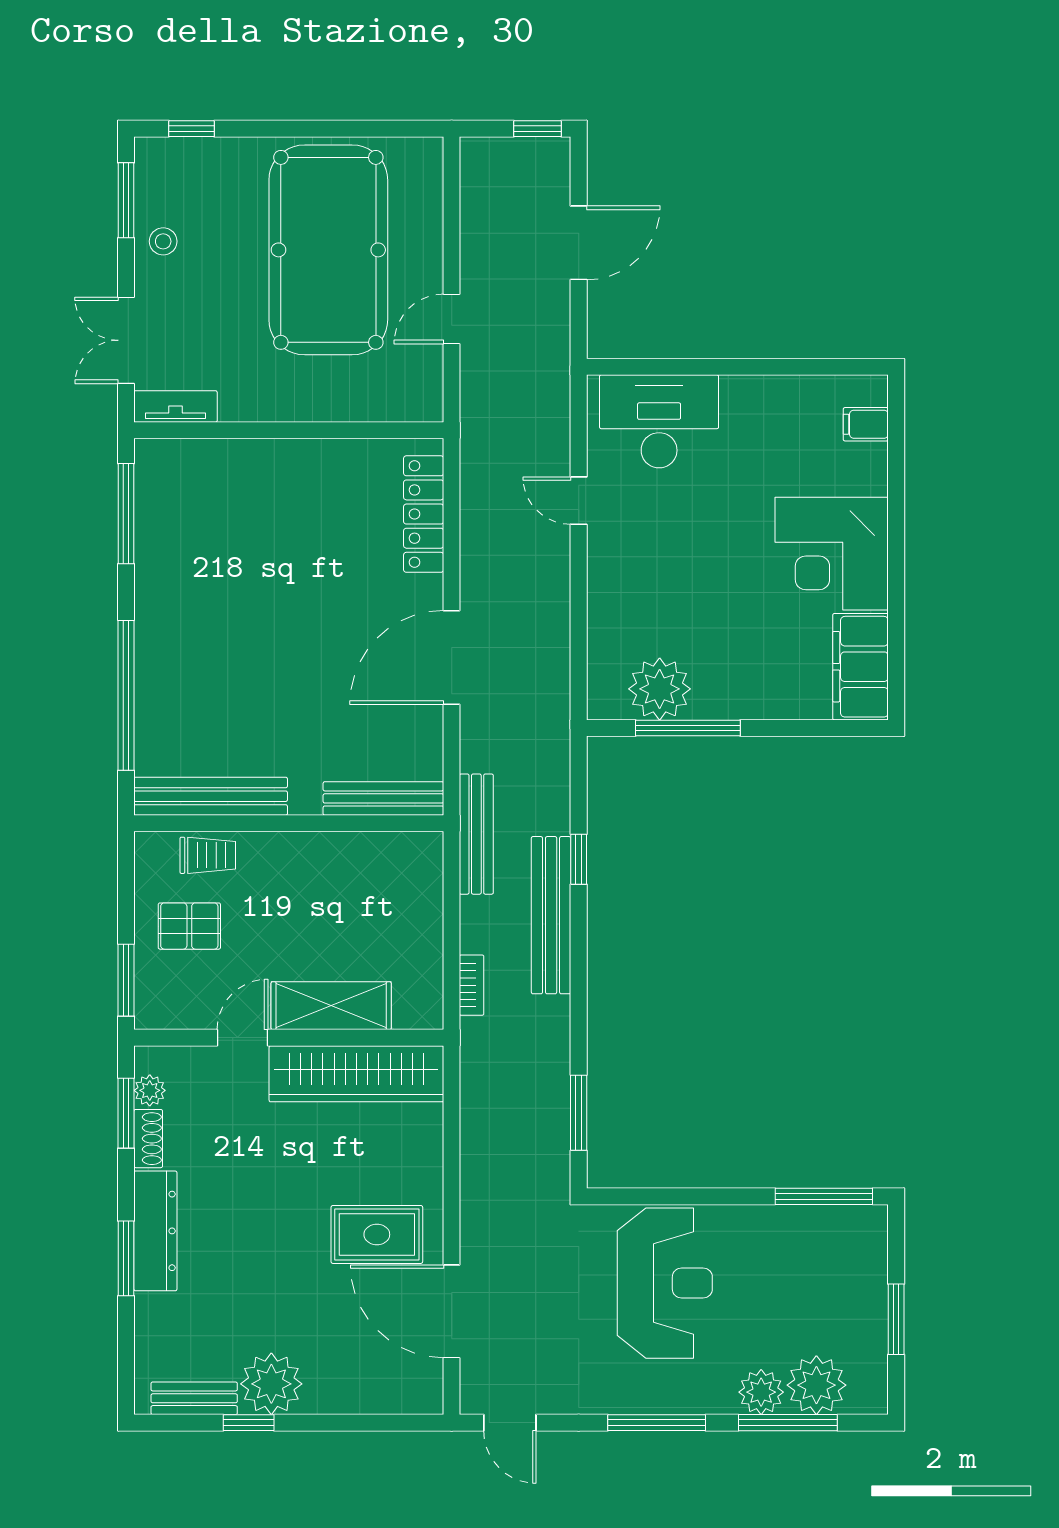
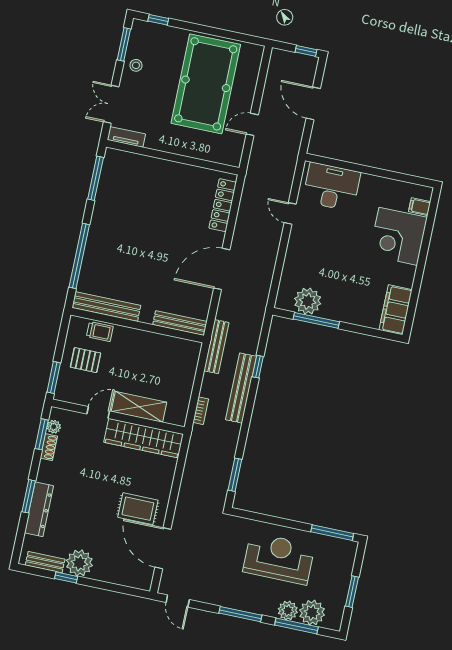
door: (579, 243) -> (313, 103), swing flipped
corner desk: (832, 554) -> (398, 236), moved
dresser: (155, 1231) -> (39, 509), moved
reception desk: (665, 1283) -> (279, 559), moved, turned -90

